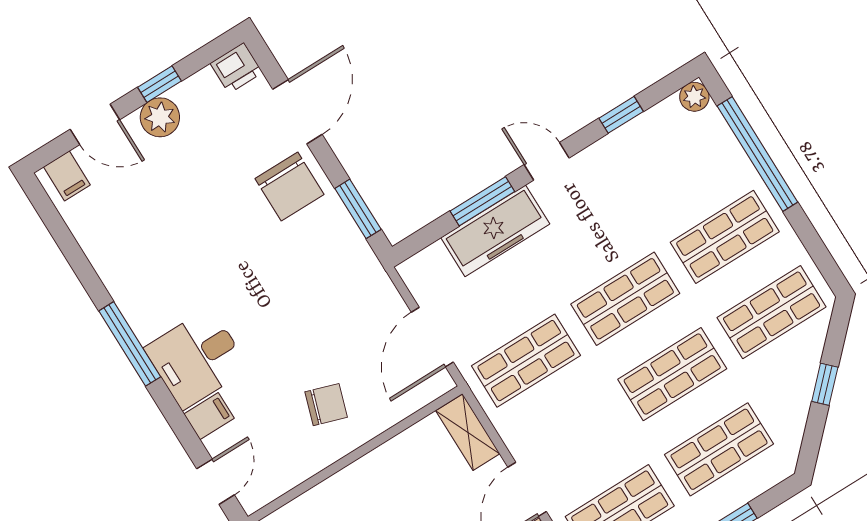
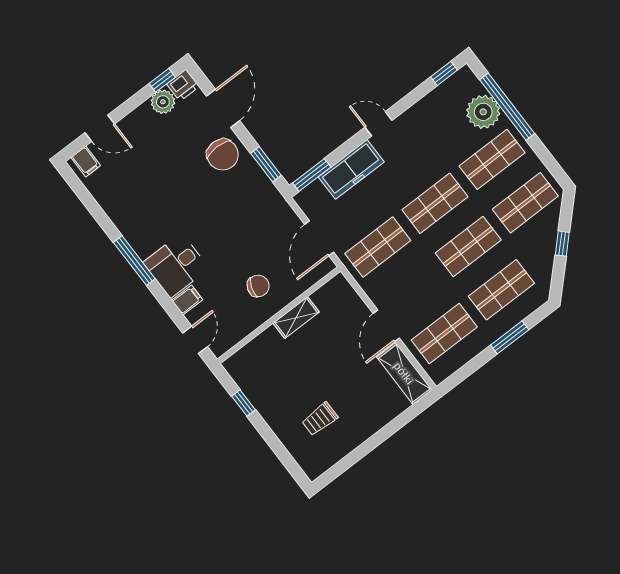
window: (160, 84) -> (162, 80), moved
plant: (694, 97) -> (483, 112), moved, width x1.87, depth x1.87
window: (621, 115) -> (444, 73), moved
plant: (160, 117) -> (163, 102), moved
window: (482, 201) -> (312, 175), moved
shelving: (468, 432) -> (296, 318), moved, turned 90

